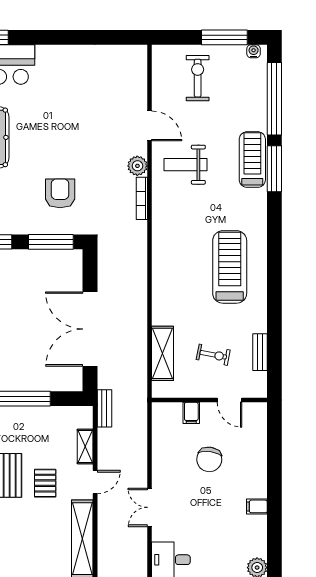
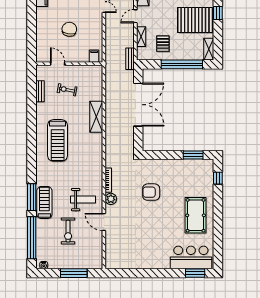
window: (224, 37) -> (74, 273), moved
exercise bike: (198, 78) -> (68, 231), moved
treadmill: (252, 160) -> (44, 203), turned 180
armchair: (60, 193) -> (151, 192), moved, turned 90
window: (51, 242) -> (161, 155), removed
shelving: (163, 353) -> (96, 117), moved
filing cabinet: (191, 413) -> (94, 56), moved
pallet: (45, 483) -> (163, 44), moved

